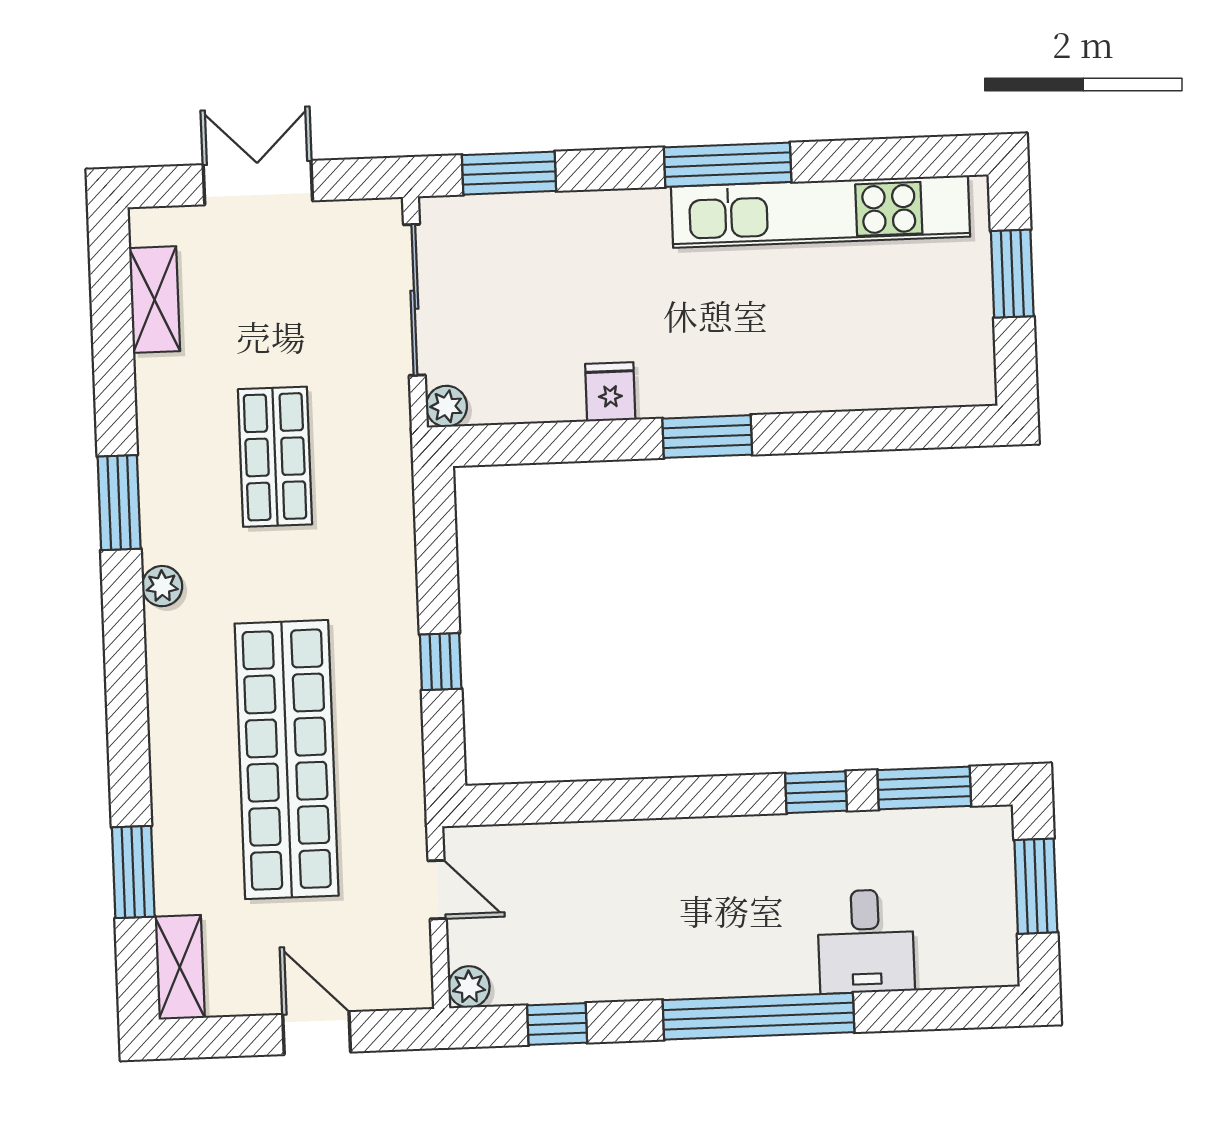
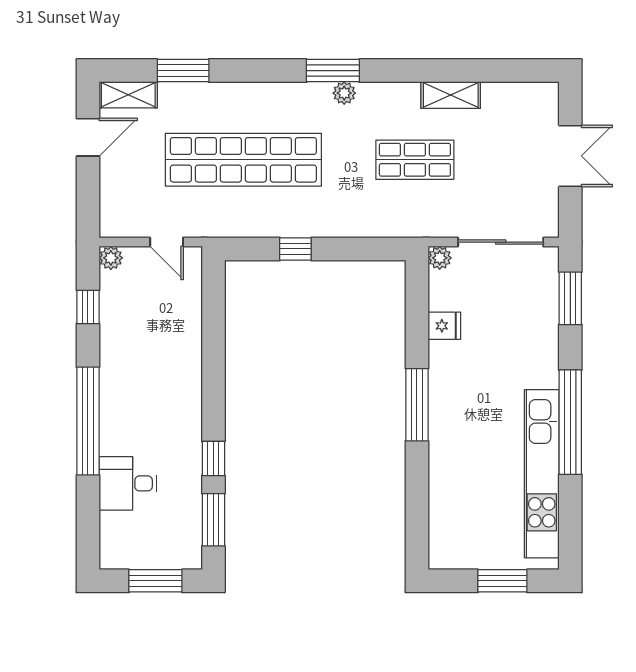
window: (728, 165) -> (570, 422), width x1.46
shelving: (155, 300) -> (451, 95), moved
fridge: (610, 392) -> (444, 326), moved
window: (707, 437) -> (417, 405), width x1.44
window: (119, 503) -> (333, 71), moved
door: (437, 890) -> (167, 242), hinge flipped
door: (317, 1033) -> (88, 137), moved

